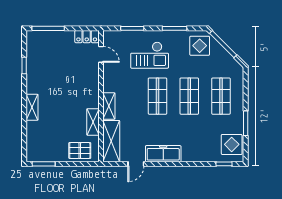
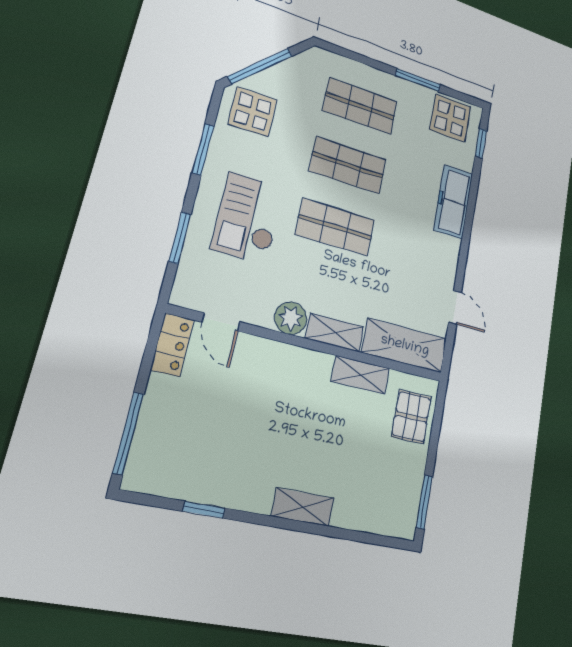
door: (101, 54) -> (221, 322), swing flipped
checkout: (150, 55) -> (248, 218), turned 180
plant: (110, 84) -> (291, 318), added
freezer: (163, 154) -> (453, 202), moved

